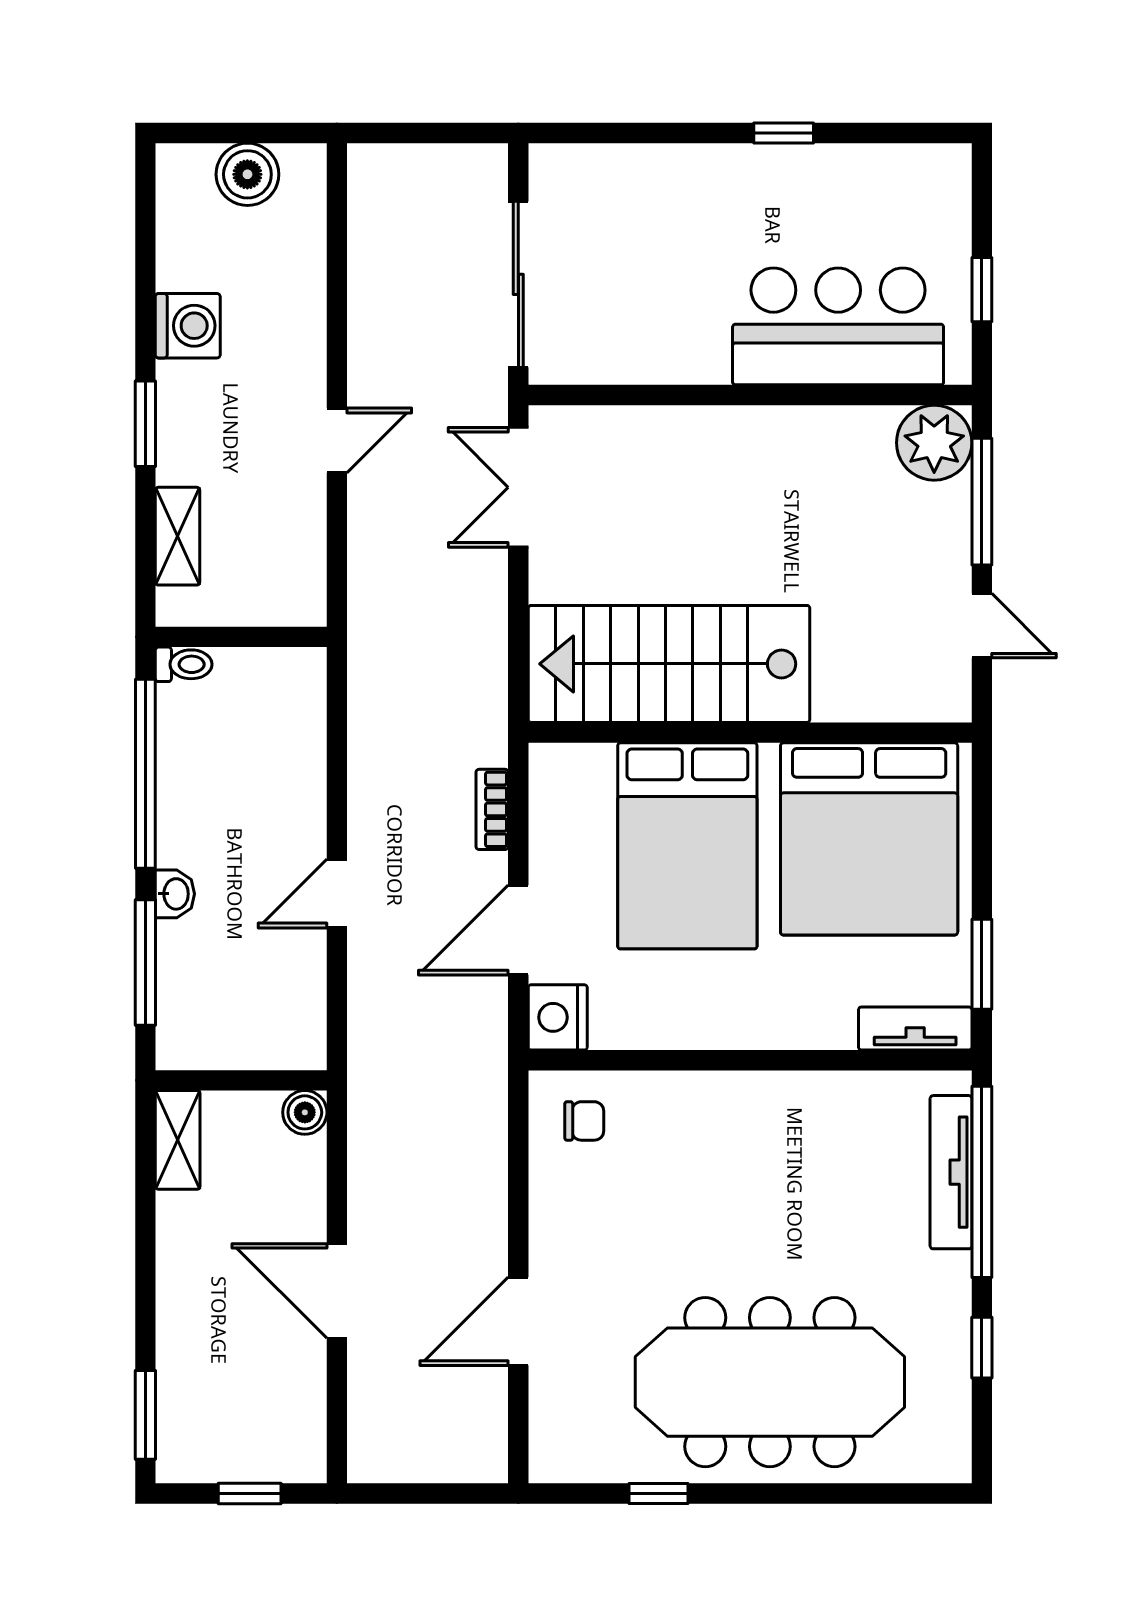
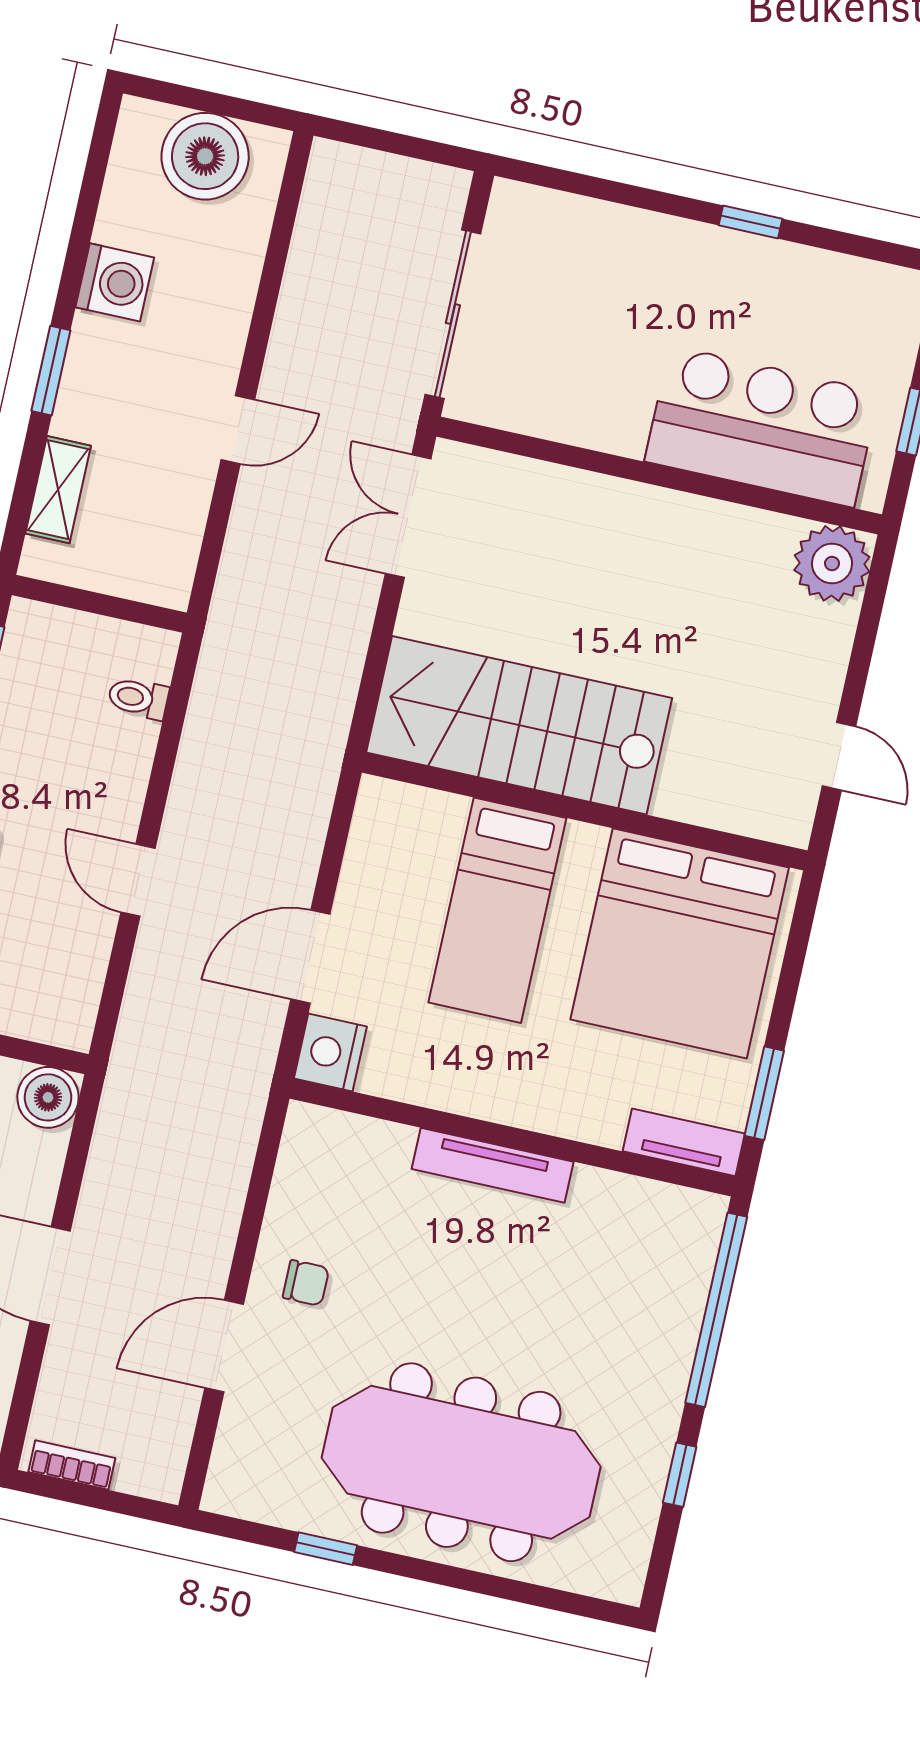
boiler: (247, 174) -> (205, 156), width x1.37, depth x1.37
window: (982, 502) -> (866, 633), removed
toilet: (184, 664) -> (138, 698), moved, turned 180
bookcase: (492, 809) -> (72, 1465), moved, turned 90
bed: (687, 846) -> (497, 910), width x0.67
door: (337, 893) -> (138, 880), hinge flipped
boiler: (305, 1112) -> (48, 1097), width x1.36, depth x1.36
chair: (584, 1121) -> (306, 1283), moved
tv unit: (951, 1172) -> (493, 1165), moved, turned -90

